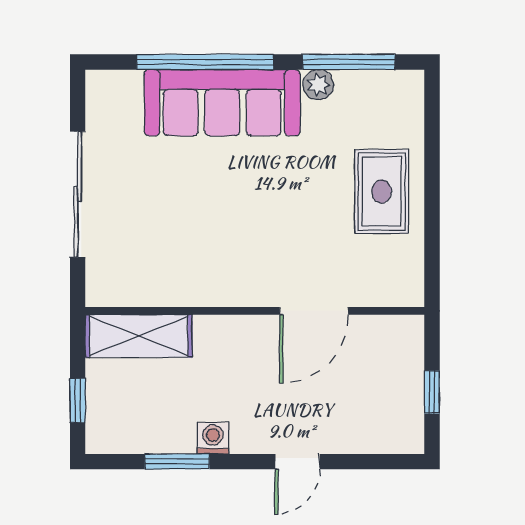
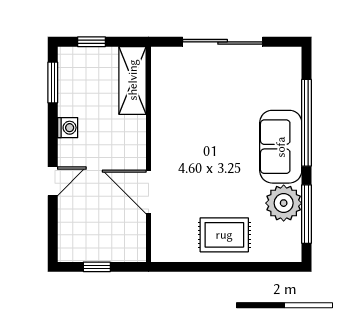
plant: (318, 85) -> (284, 203), width x1.87, depth x1.87
sofa: (222, 103) -> (281, 147), width x0.73
window: (177, 462) -> (53, 82), moved
door: (297, 462) -> (53, 181), swing flipped

